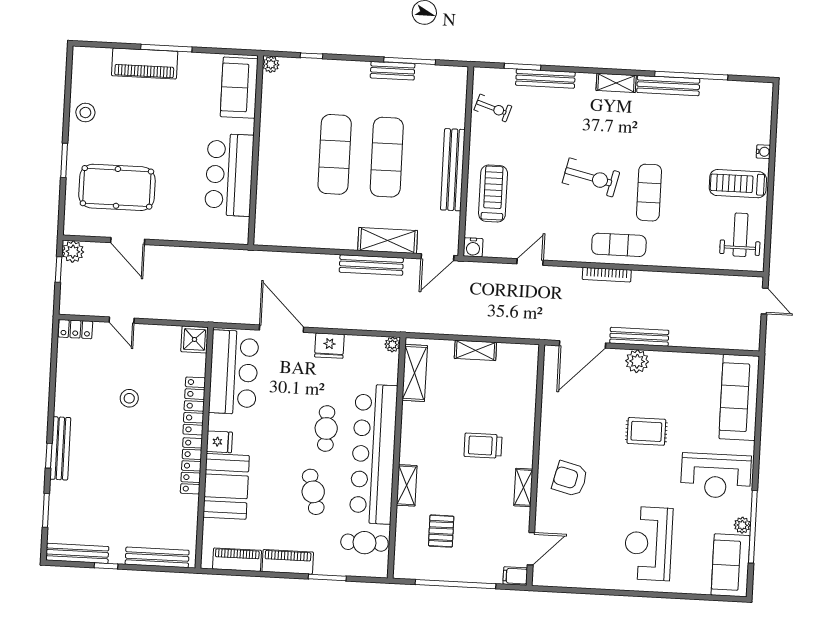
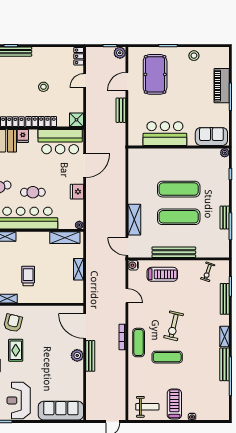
bench: (371, 265) -> (121, 110), moved, width x0.73
rug: (646, 431) -> (16, 350), moved

